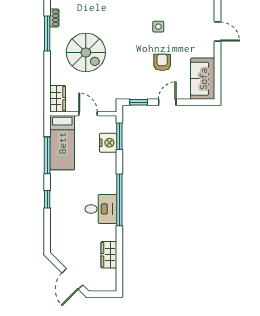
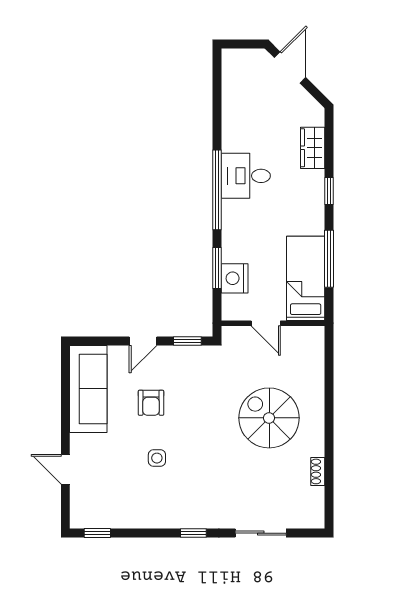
door: (217, 31) -> (65, 469), moved
window: (47, 34) -> (329, 447), removed
sofa: (203, 79) -> (88, 389), width x1.36
wardrobe: (58, 99) -> (313, 346), removed
window: (119, 136) -> (217, 268), moved
wardrobe: (109, 255) -> (313, 148), moved, turned 180

